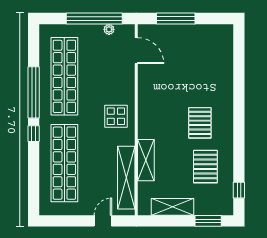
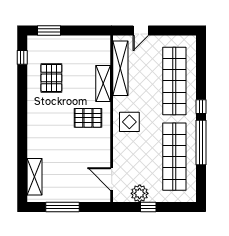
window: (94, 18) -> (148, 207), width x0.32
window: (176, 18) -> (63, 207), moved
plant: (109, 29) -> (140, 193), width x1.88, depth x1.88
pallet: (200, 123) -> (88, 118), moved, turned 90
shelving: (172, 207) -> (34, 177), moved, turned 90

